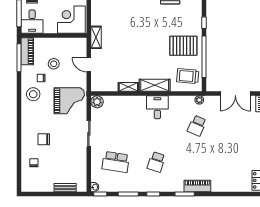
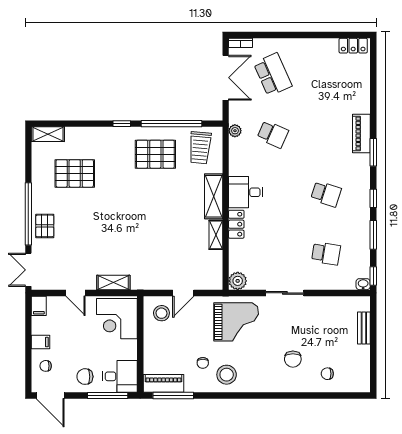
shelving: (96, 37) -> (113, 282), moved
pallet: (183, 46) -> (155, 154), turned 90
stool: (54, 64) -> (161, 313), moved
grand piano: (69, 101) -> (236, 322), turned 90
locker: (136, 101) -> (236, 224), added
school desk: (237, 126) -> (273, 75), added
school desk: (116, 162) -> (326, 253), width x0.54

